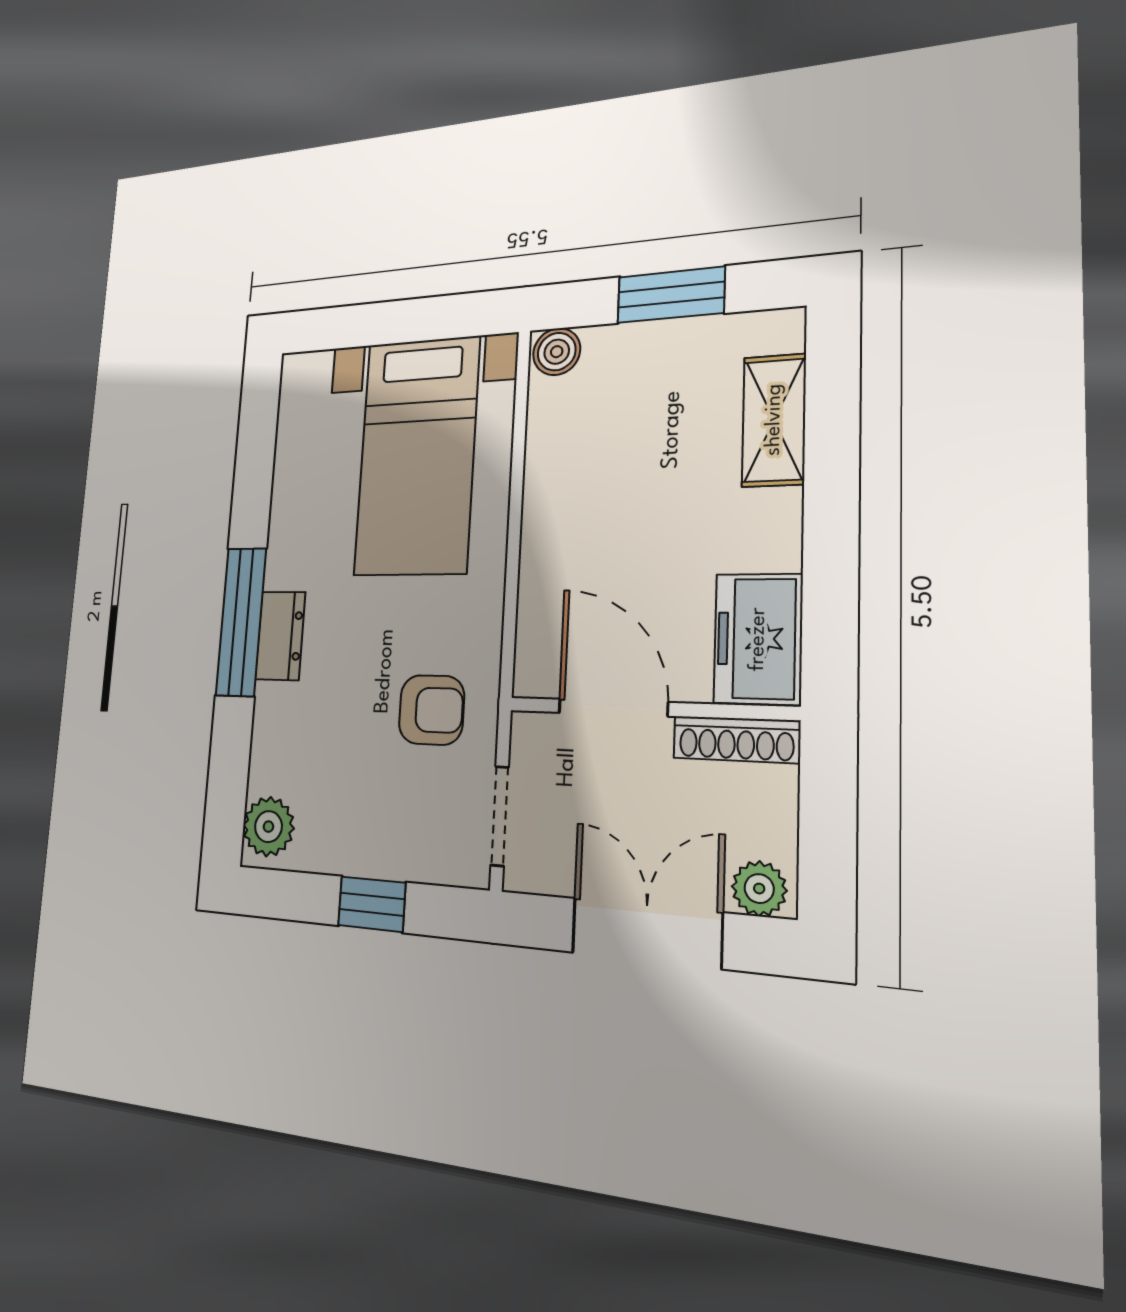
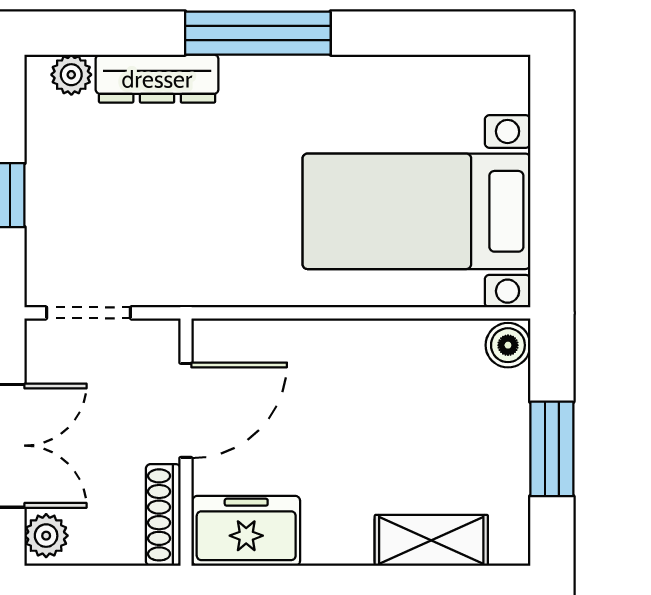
dresser: (280, 636) -> (157, 79), moved, width x1.44
armchair: (431, 710) -> (178, 242), removed
plant: (268, 827) -> (71, 75), width x0.73, depth x0.73

